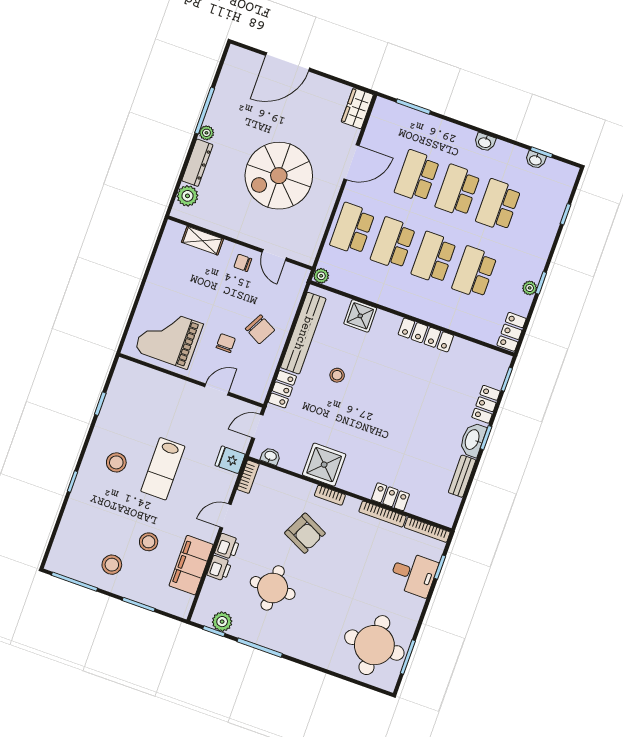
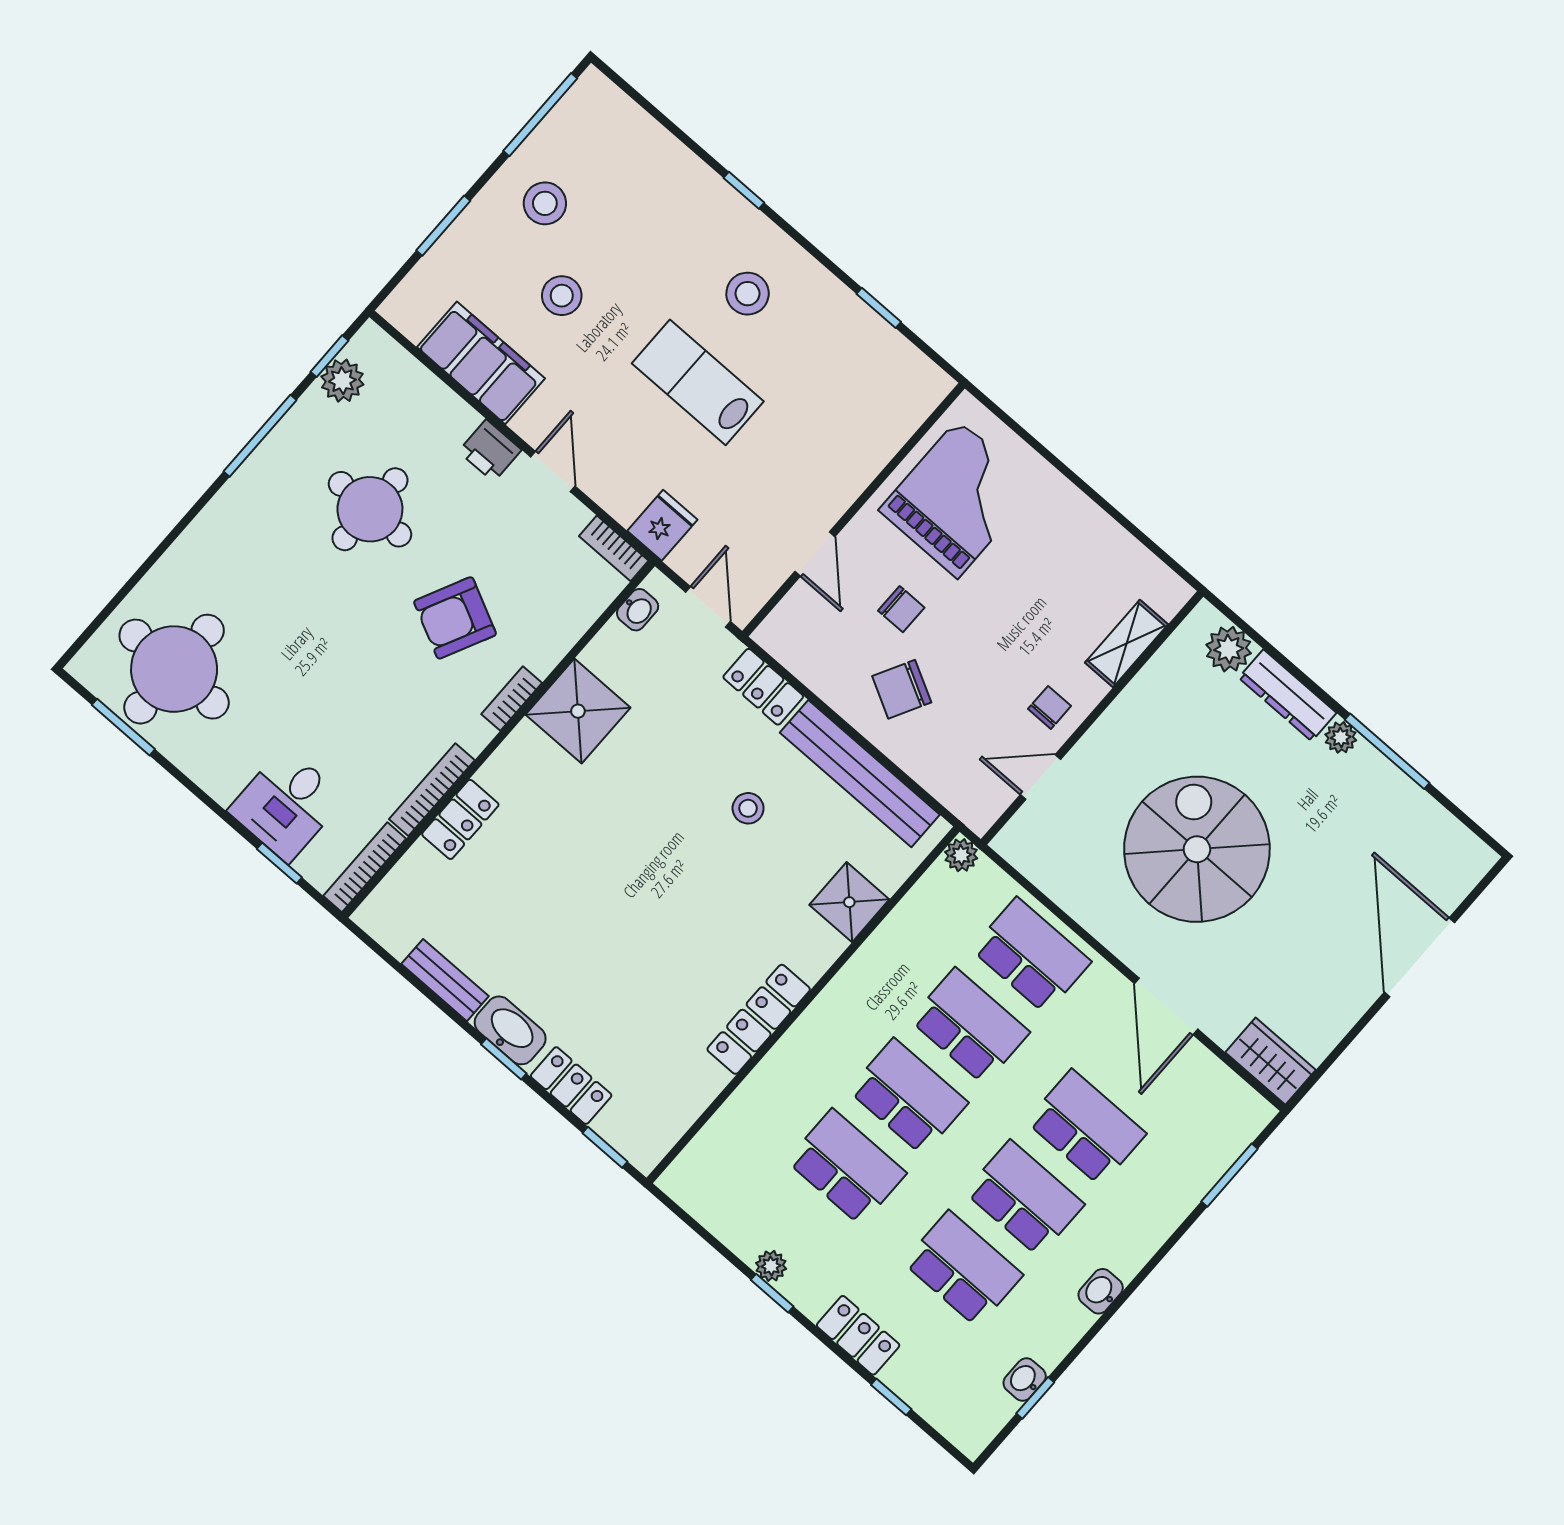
locker: (512, 332) -> (858, 1335), moved
printer: (219, 568) -> (452, 417), removed

